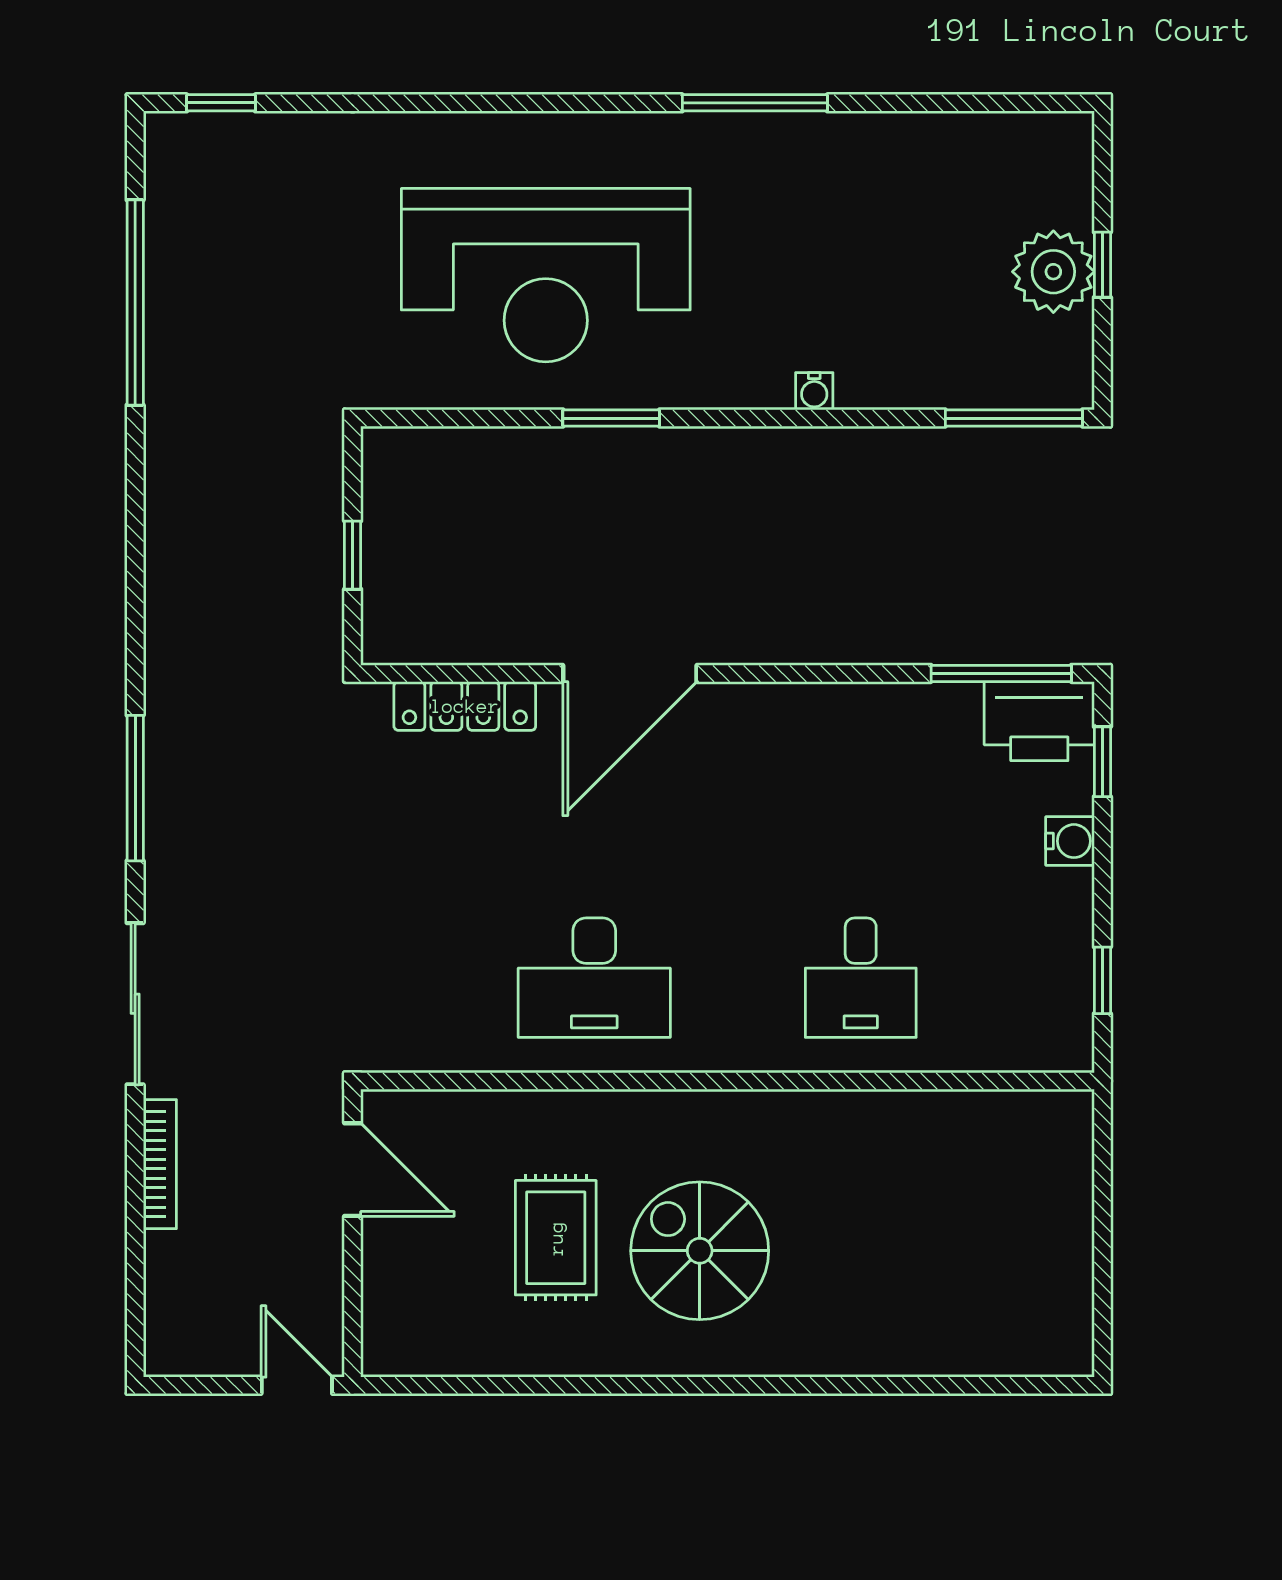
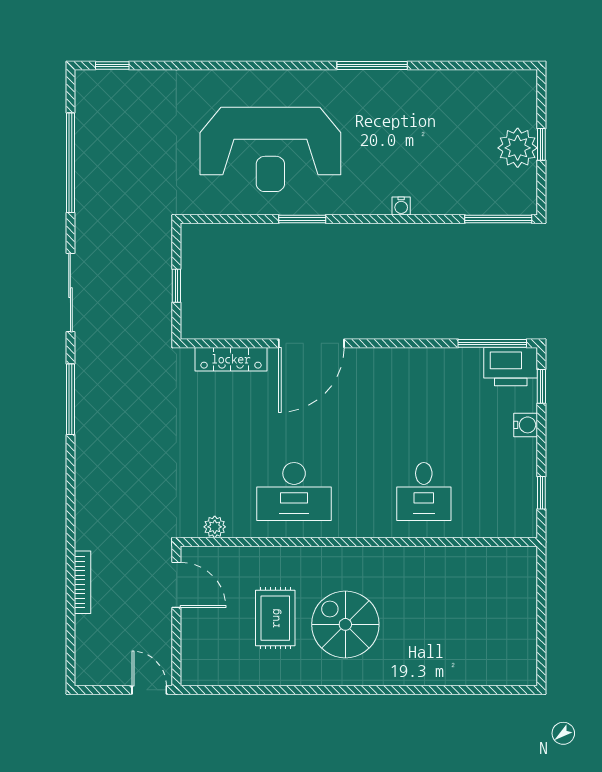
sliding door: (135, 1004) -> (70, 293), moved
plant: (431, 1050) -> (215, 527), added

